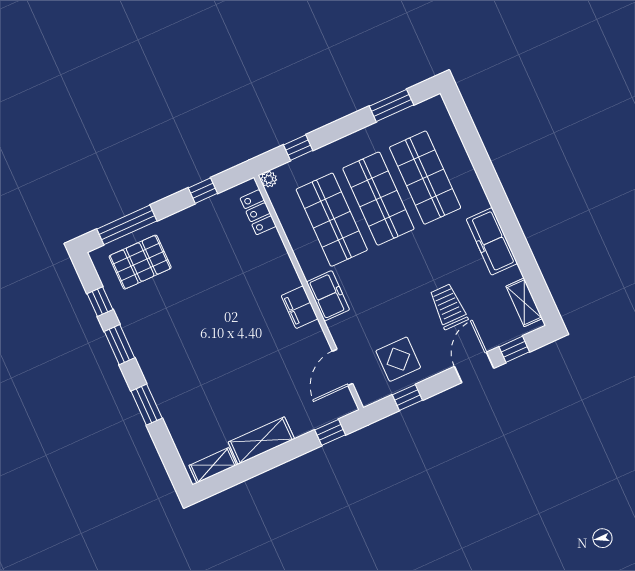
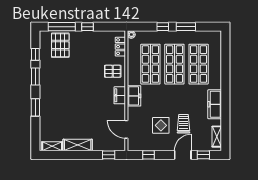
window: (391, 105) -> (186, 27), moved
window: (298, 148) -> (163, 27), moved
window: (203, 191) -> (88, 27), moved
pallet: (140, 262) -> (60, 45), turned 90
pallet: (265, 267) -> (113, 71), added
display table: (398, 359) -> (161, 125), moved
door: (342, 367) -> (126, 129), hinge flipped

